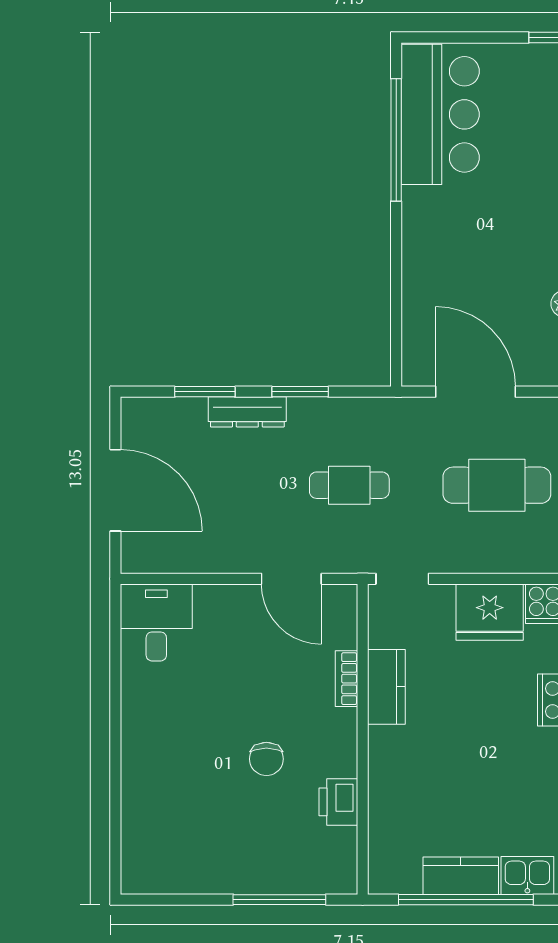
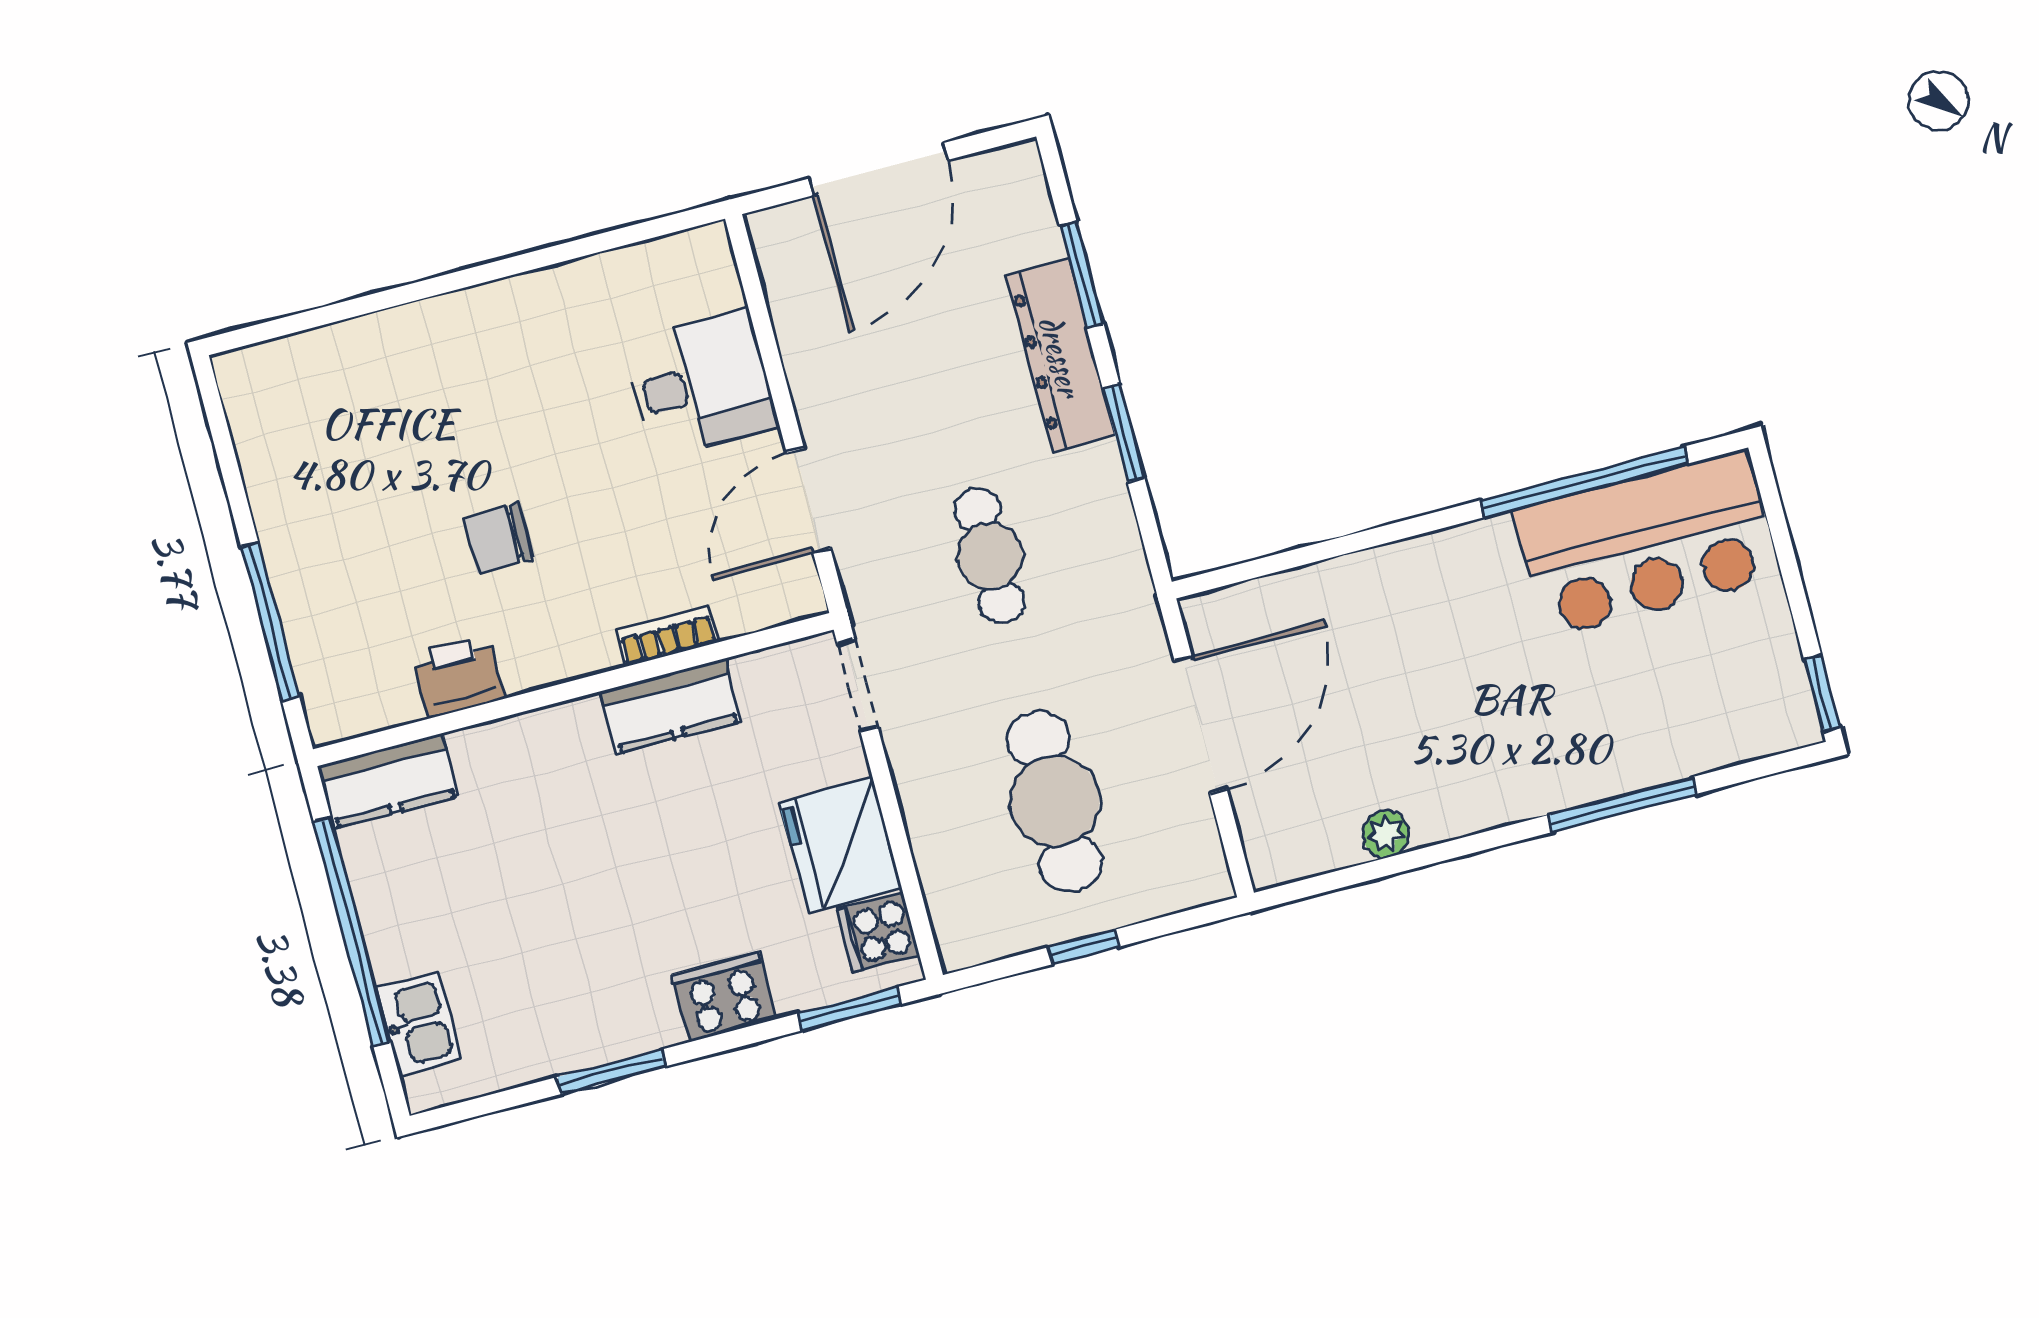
dresser: (247, 412) -> (1060, 356), width x1.37, depth x1.24
desk: (156, 622) -> (700, 384), moved
kitchen counter: (461, 876) -> (388, 781), moved, turned 90

